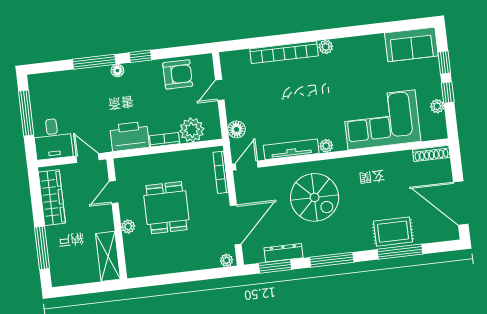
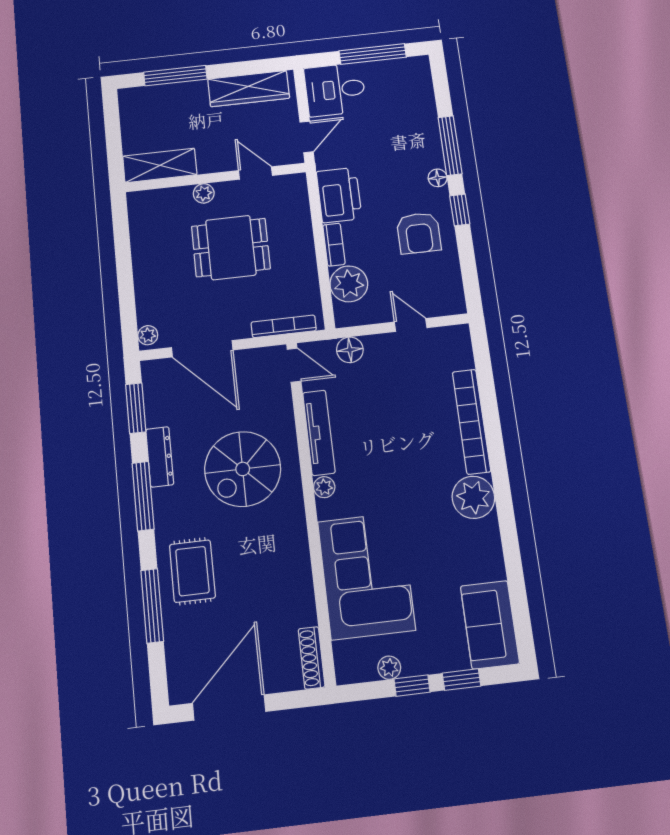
plant: (326, 47) -> (473, 497), width x1.87, depth x1.87
armchair: (178, 74) -> (419, 233), moved
rug: (393, 232) -> (192, 571), moved
dresser: (283, 253) -> (160, 457), moved

